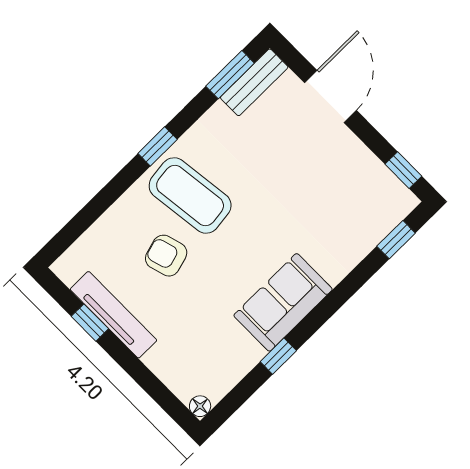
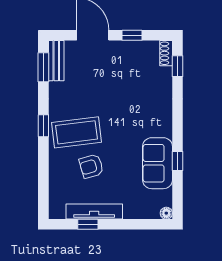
window: (403, 170) -> (132, 35), moved
shoe rack: (398, 210) -> (166, 53), added
sofa: (283, 302) -> (157, 163), moved

